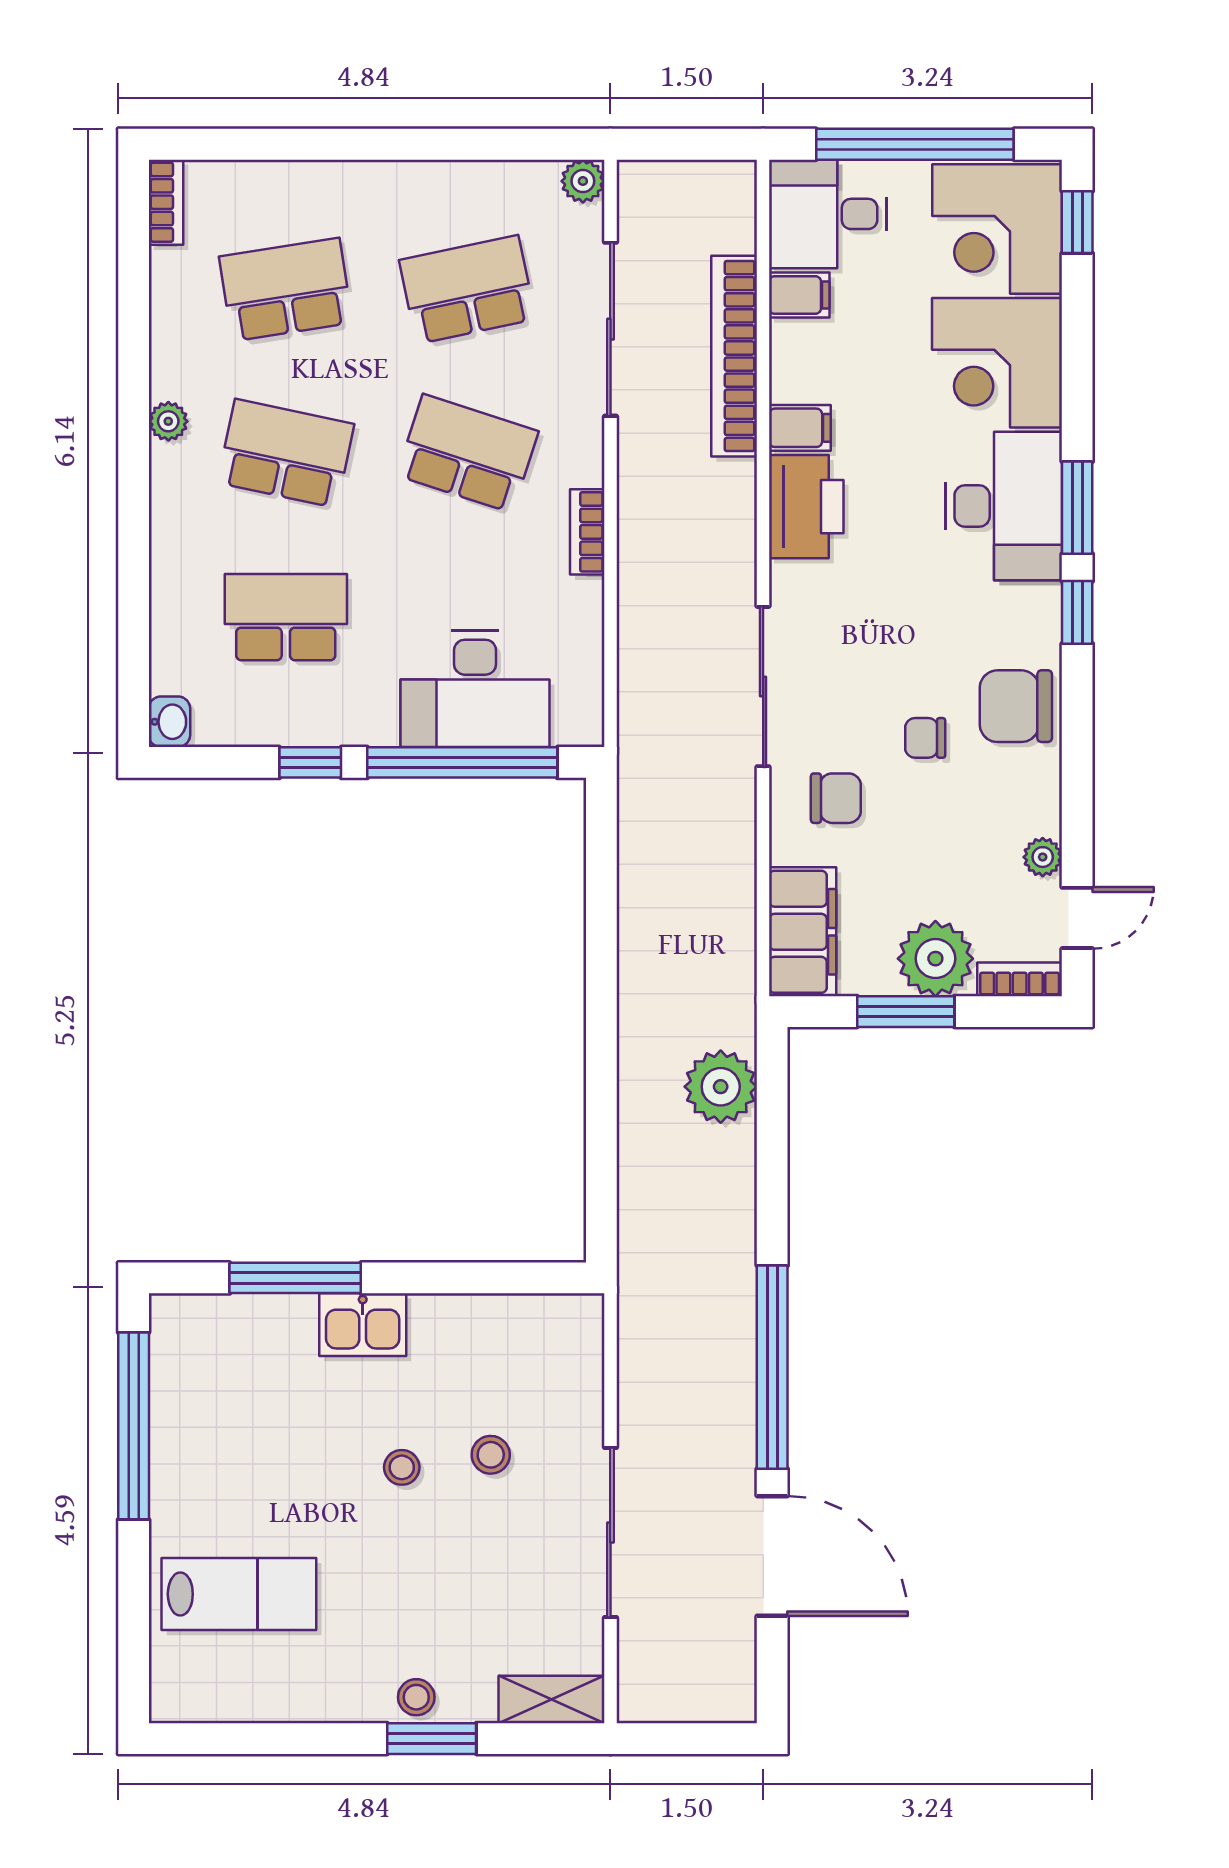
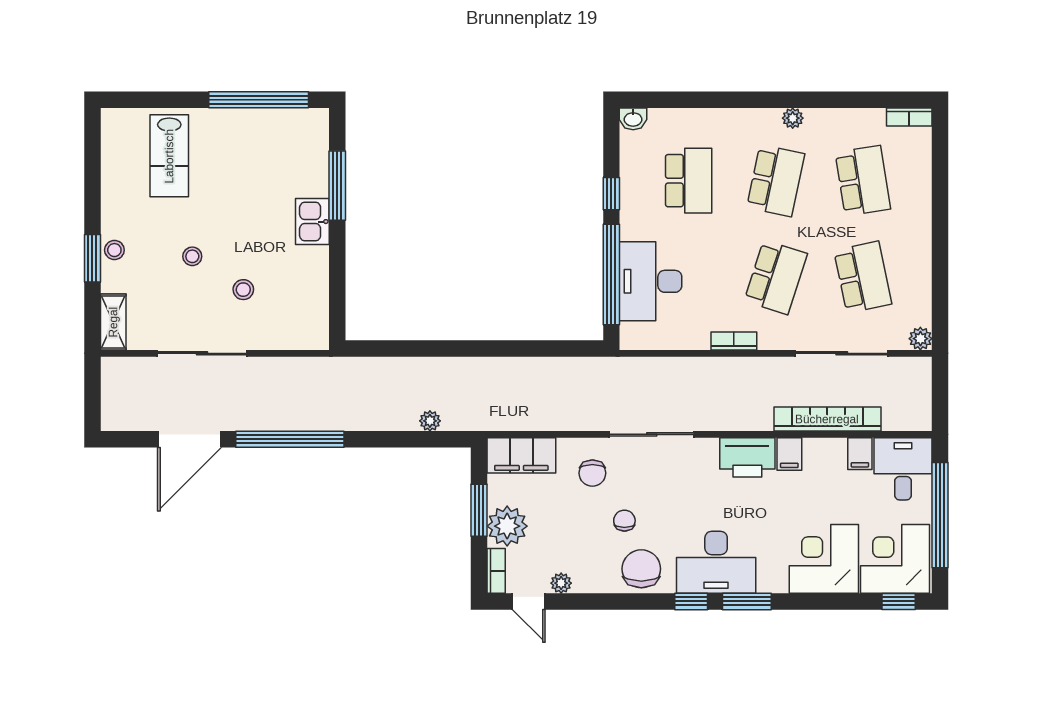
desk: (1004, 506) -> (716, 562), moved
plant: (721, 1087) -> (430, 421), width x0.53, depth x0.53
stool: (402, 1467) -> (192, 256), moved

